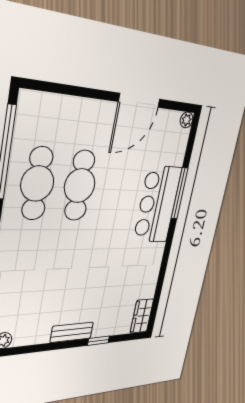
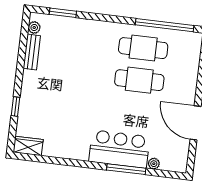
plant: (187, 120) -> (154, 164), moved
bench: (72, 332) -> (32, 52), moved

